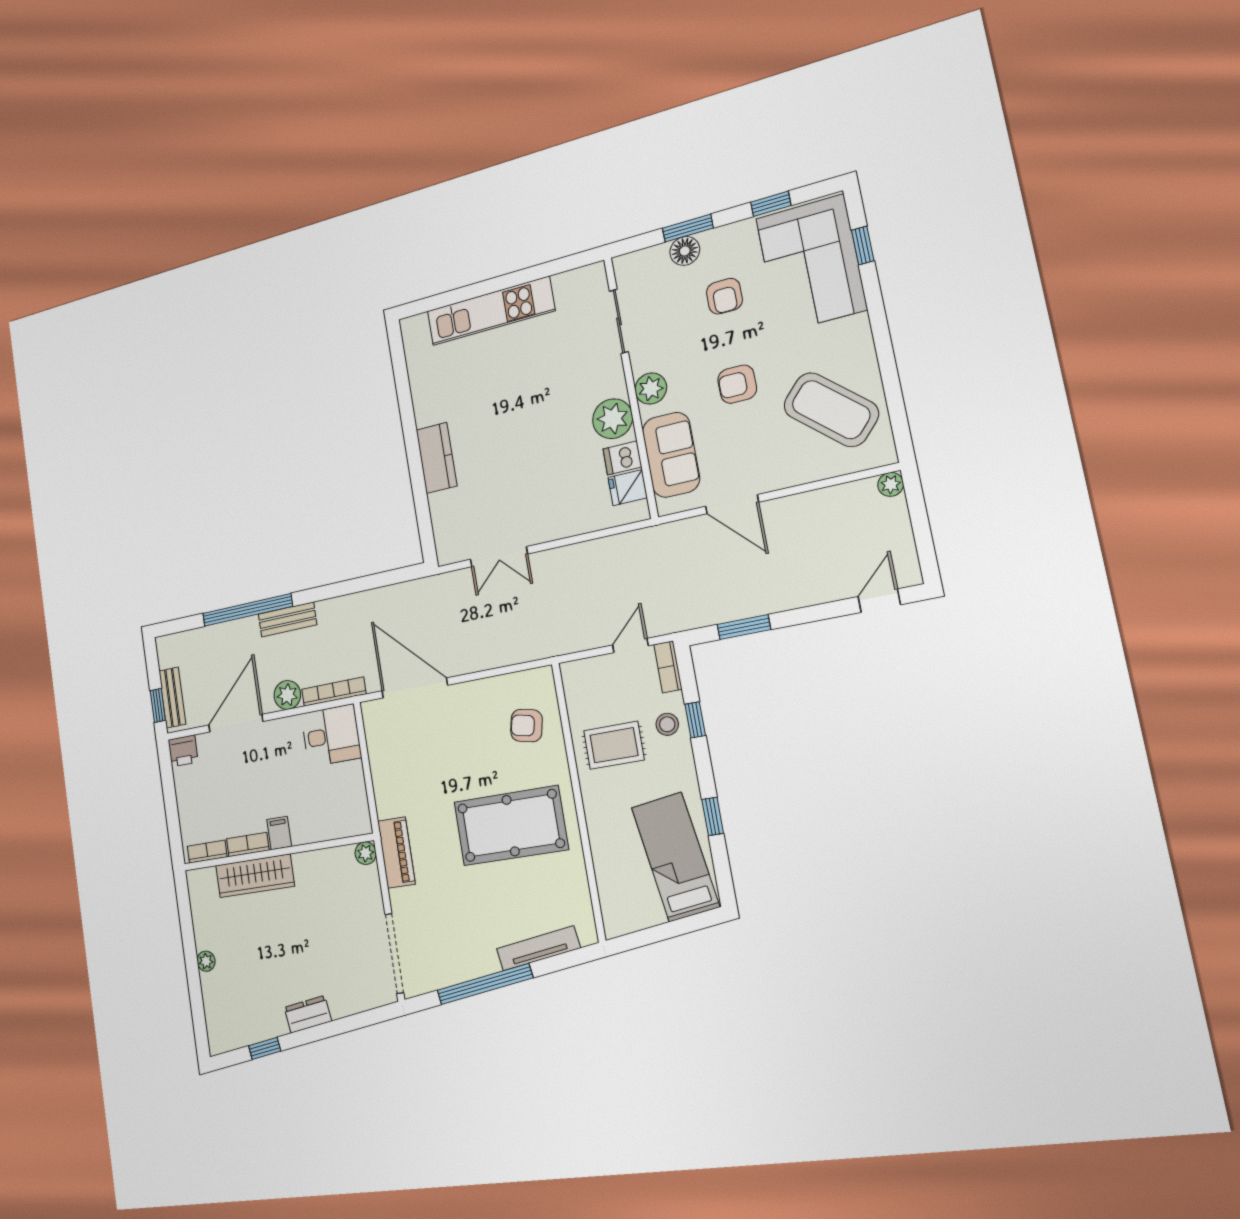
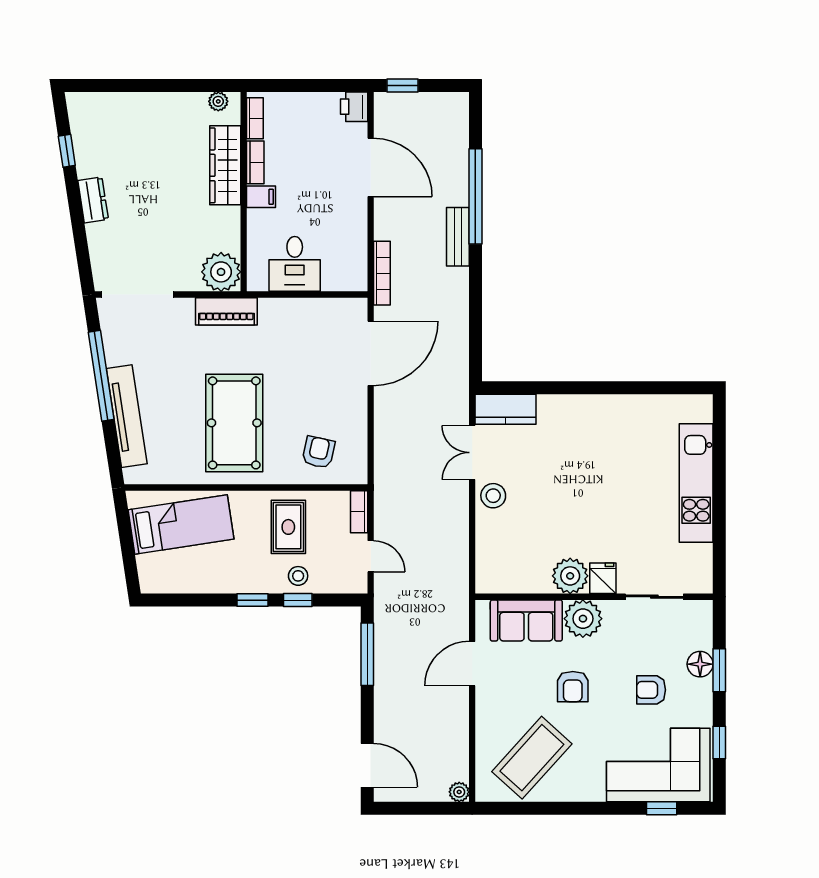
armchair: (737, 384) -> (573, 687), turned 180
plant: (651, 389) -> (583, 619), width x1.36, depth x1.36
kitchen counter: (437, 458) -> (506, 409), moved
dishwasher: (622, 458) -> (534, 578), removed
fridge: (628, 488) -> (603, 578), moved
stool: (540, 523) -> (493, 496), added
door: (879, 601) -> (367, 765), width x1.38
window: (744, 627) -> (367, 654), width x1.44
bookcase: (668, 667) -> (359, 512), moved, turned -90
plant: (287, 695) -> (387, 225), removed
bench: (172, 698) -> (407, 103), removed
desk: (331, 736) -> (295, 264), moved
window: (713, 816) -> (252, 600), moved
plant: (366, 853) -> (221, 272), width x1.88, depth x1.88
bed: (675, 857) -> (181, 524), moved
tv unit: (538, 948) -> (127, 416), width x1.36, depth x1.29
plant: (206, 961) -> (218, 101), moved

